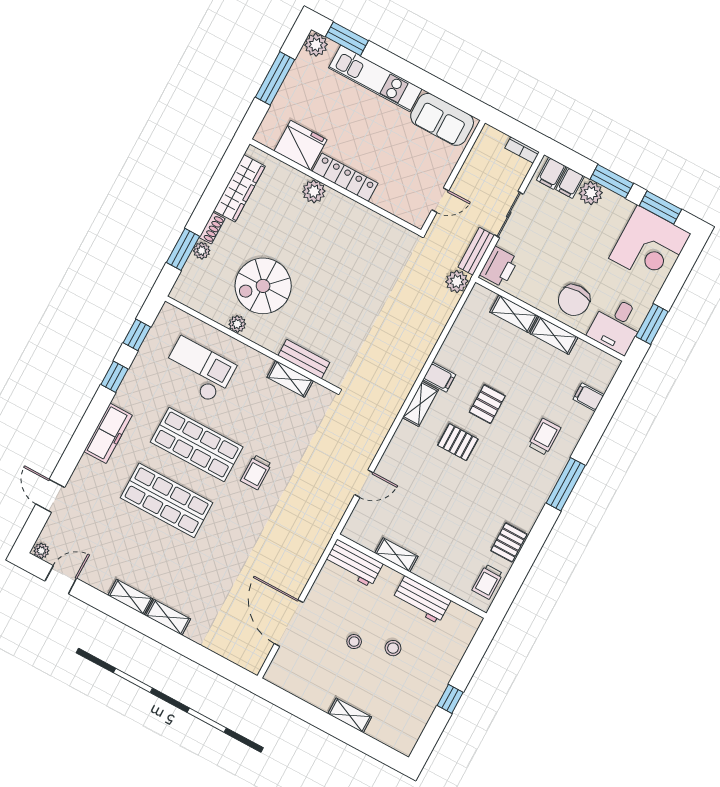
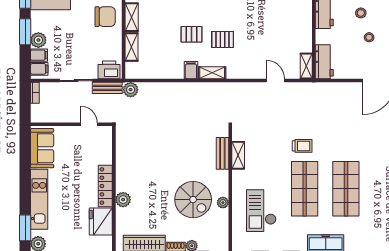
pallet: (458, 442) -> (223, 39), turned 90
shelving: (396, 555) -> (306, 66), moved

